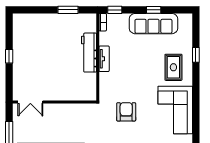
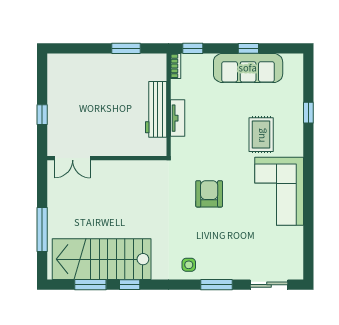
rug: (173, 67) -> (261, 135), moved
double door: (30, 102) -> (73, 158), moved
wall: (54, 102) -> (107, 158), moved

